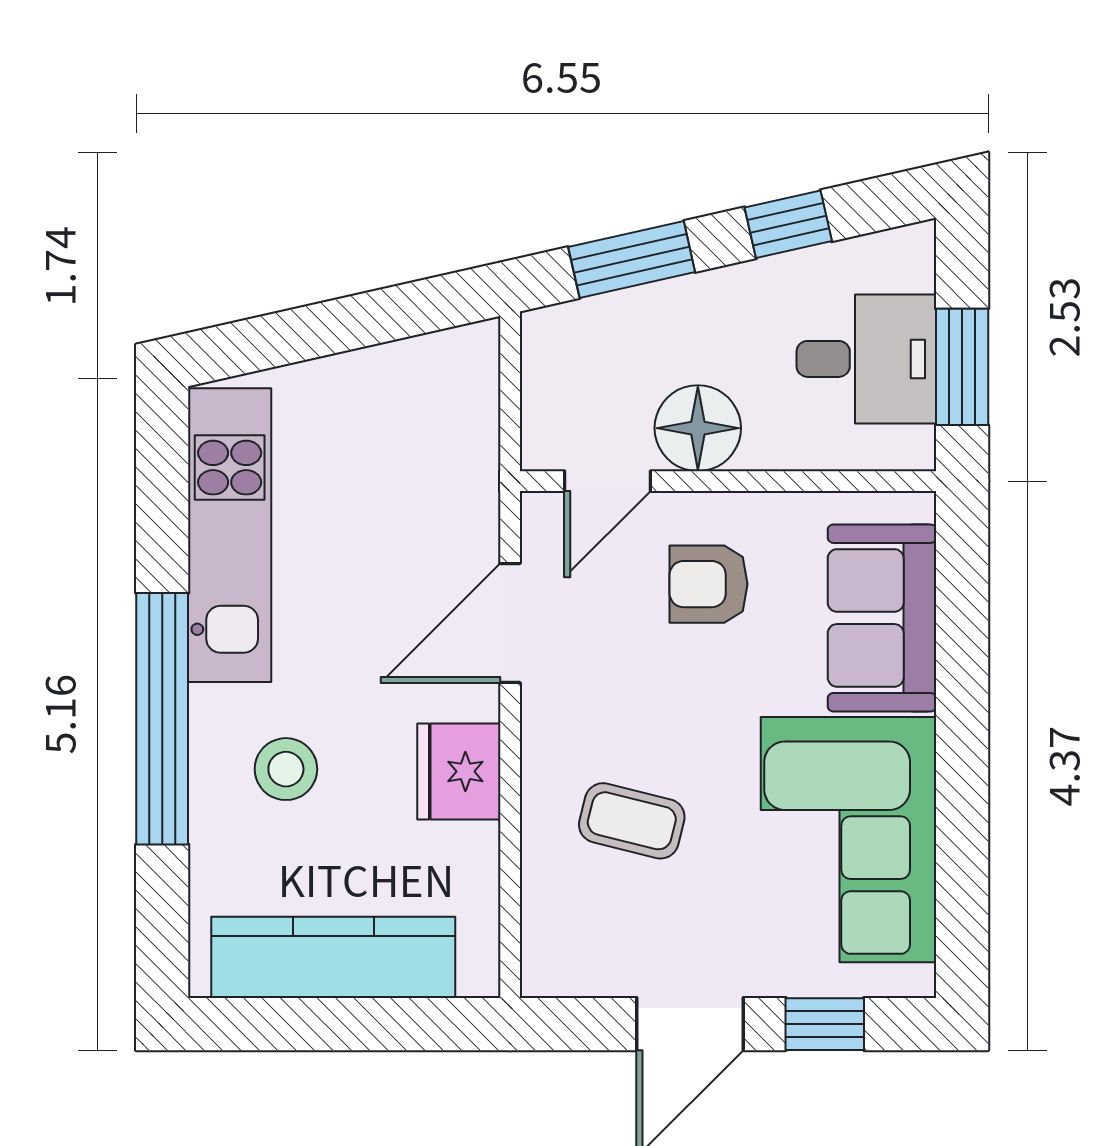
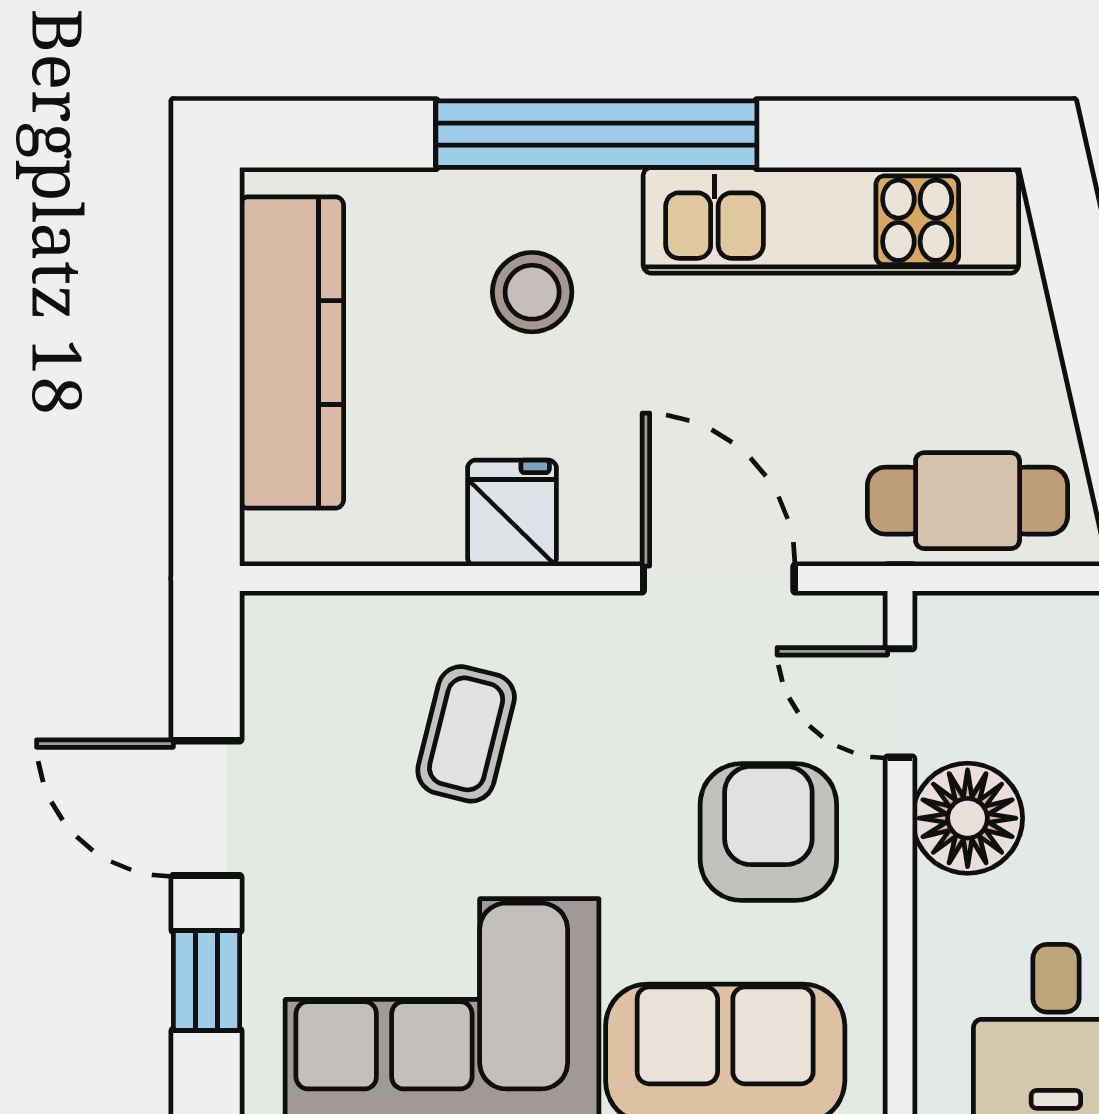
cafe table: (449, 428) -> (968, 501), added
armchair: (709, 584) -> (768, 832), width x1.38, depth x1.38
fridge: (459, 771) -> (512, 513), width x0.72

